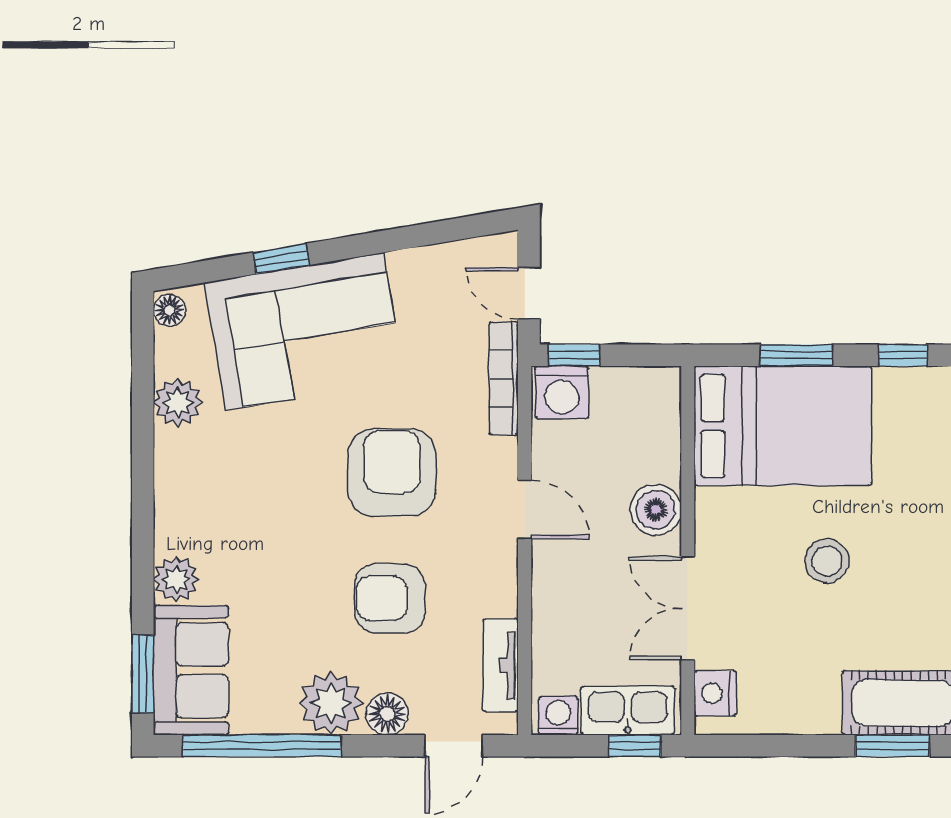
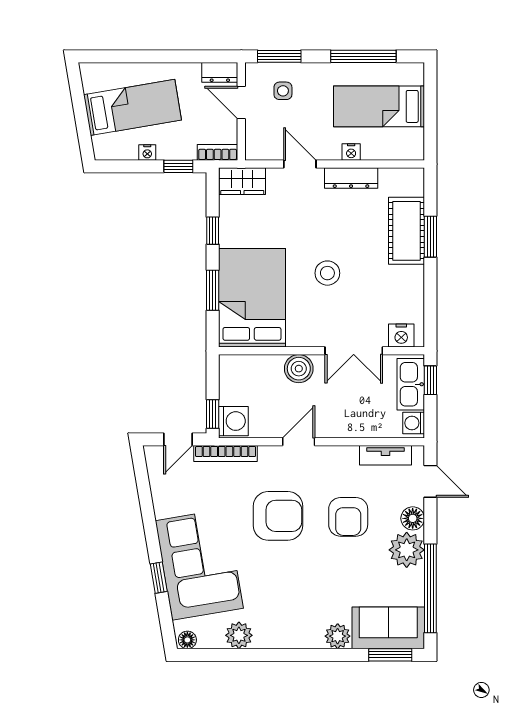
armchair: (392, 472) -> (278, 516), turned 180

